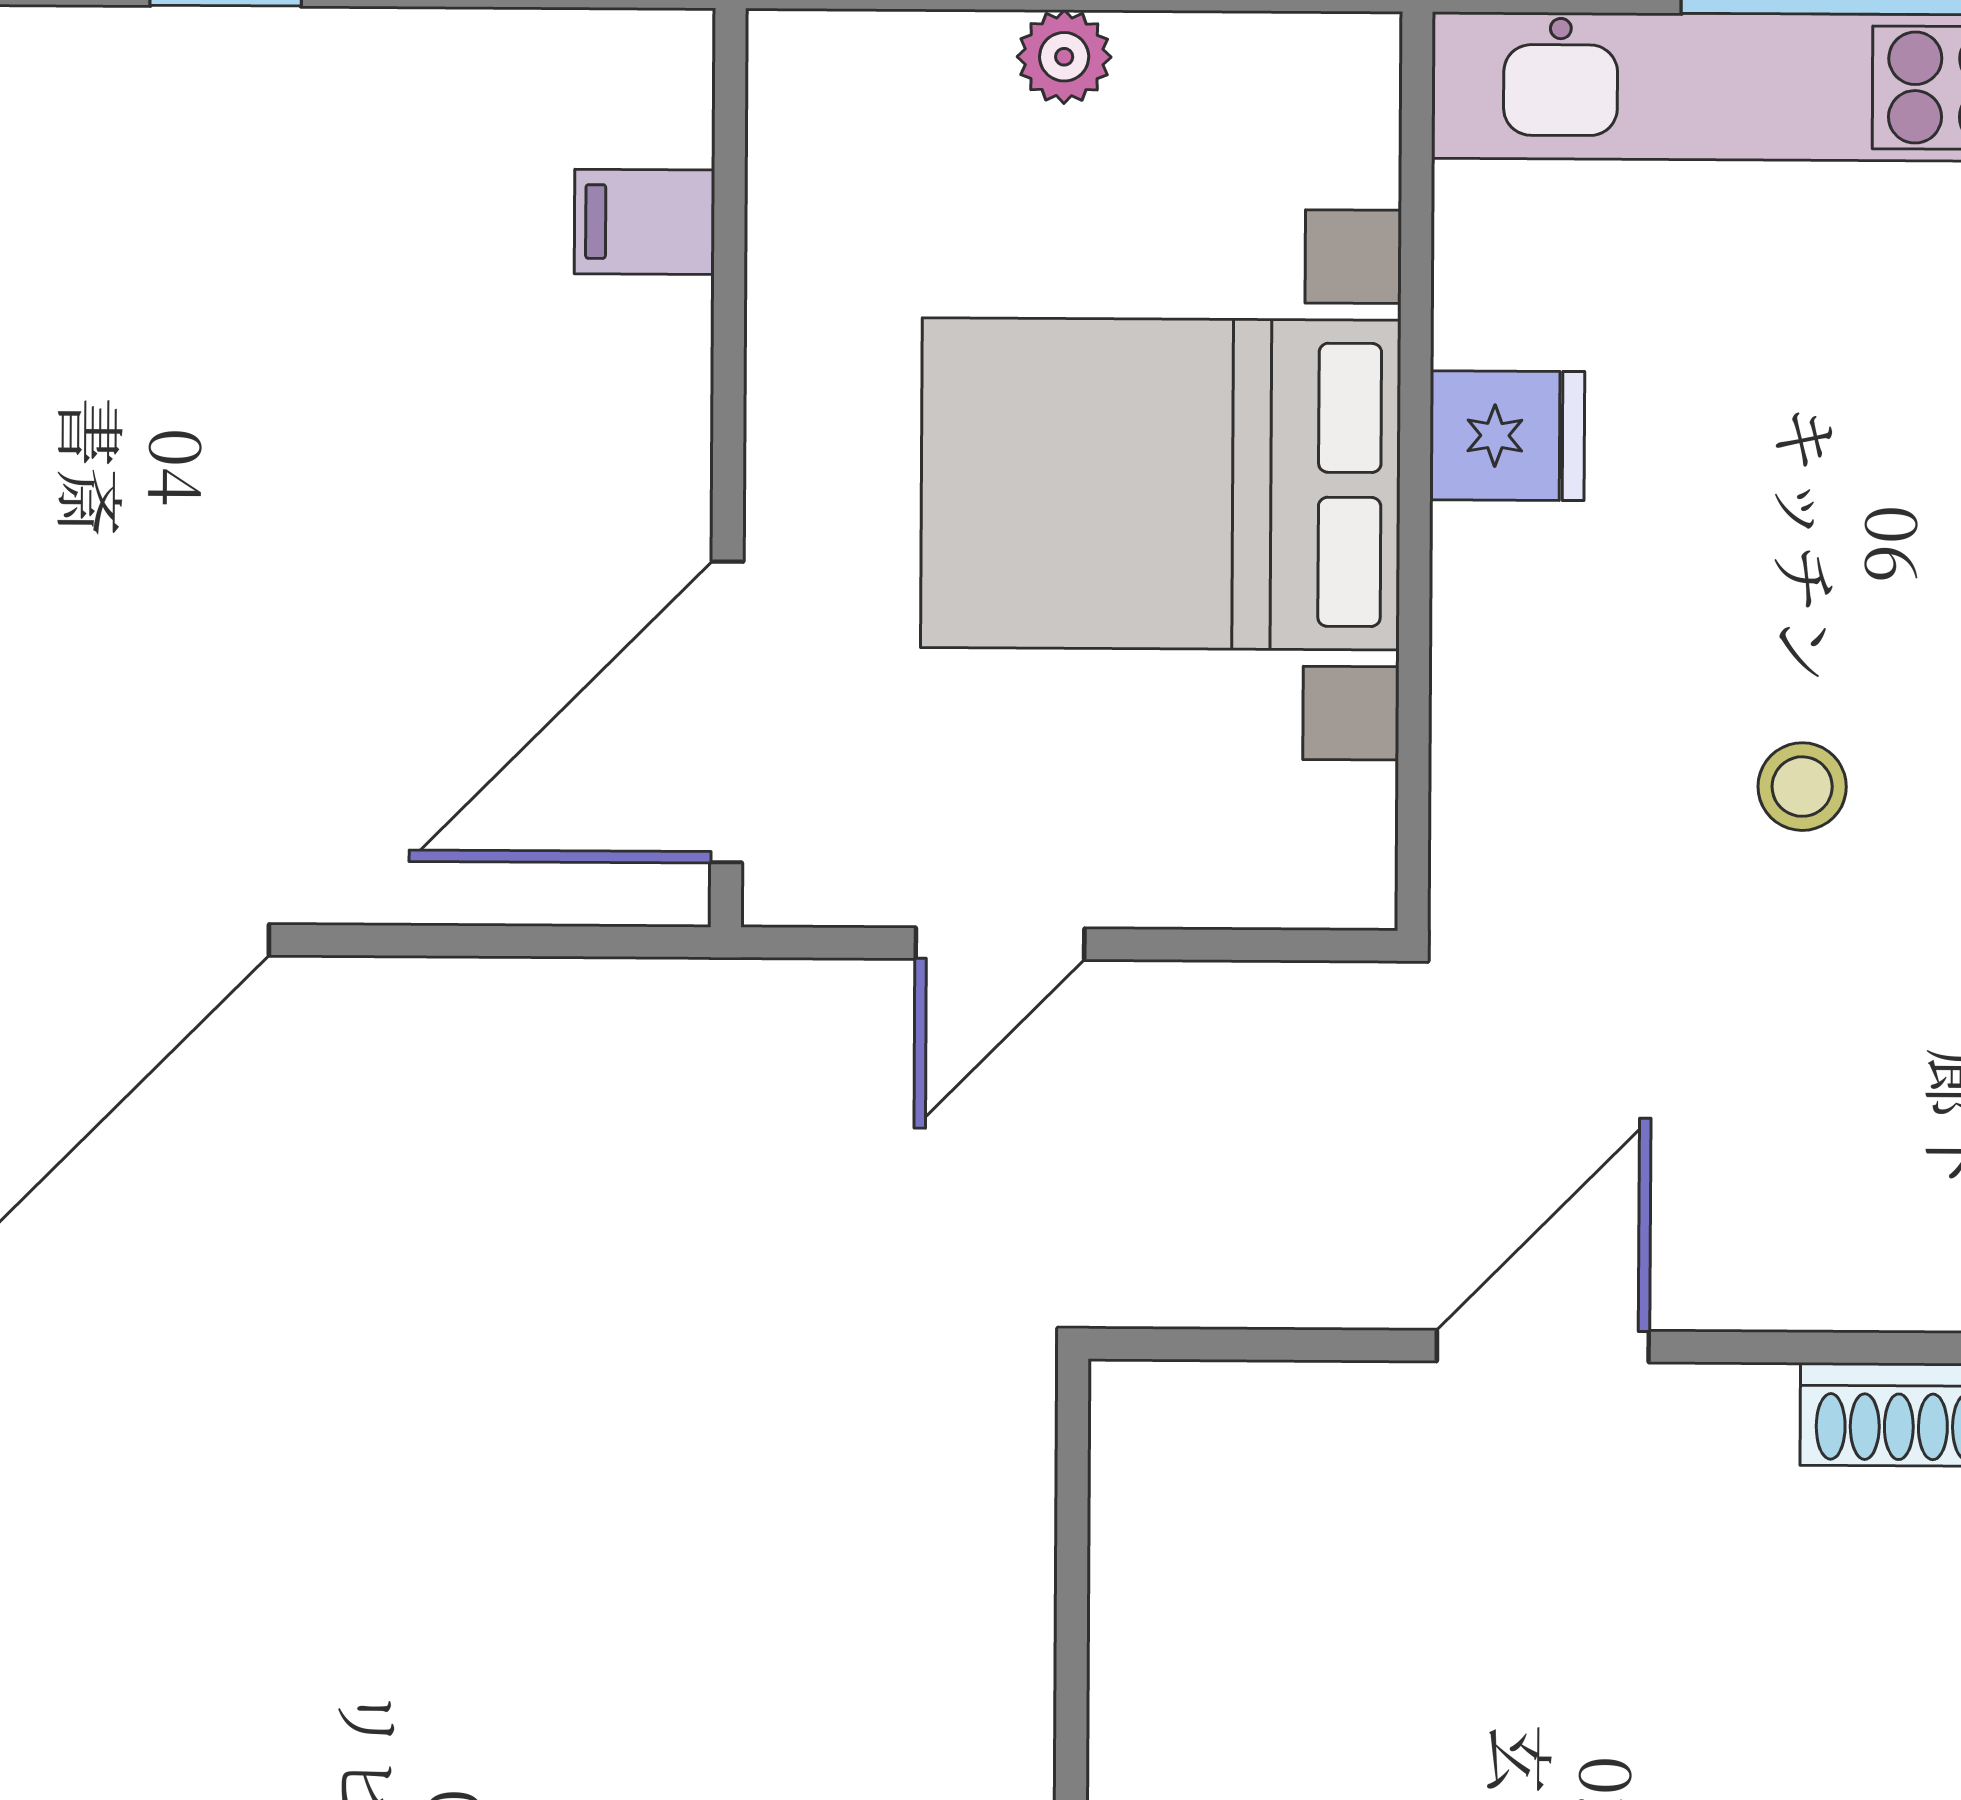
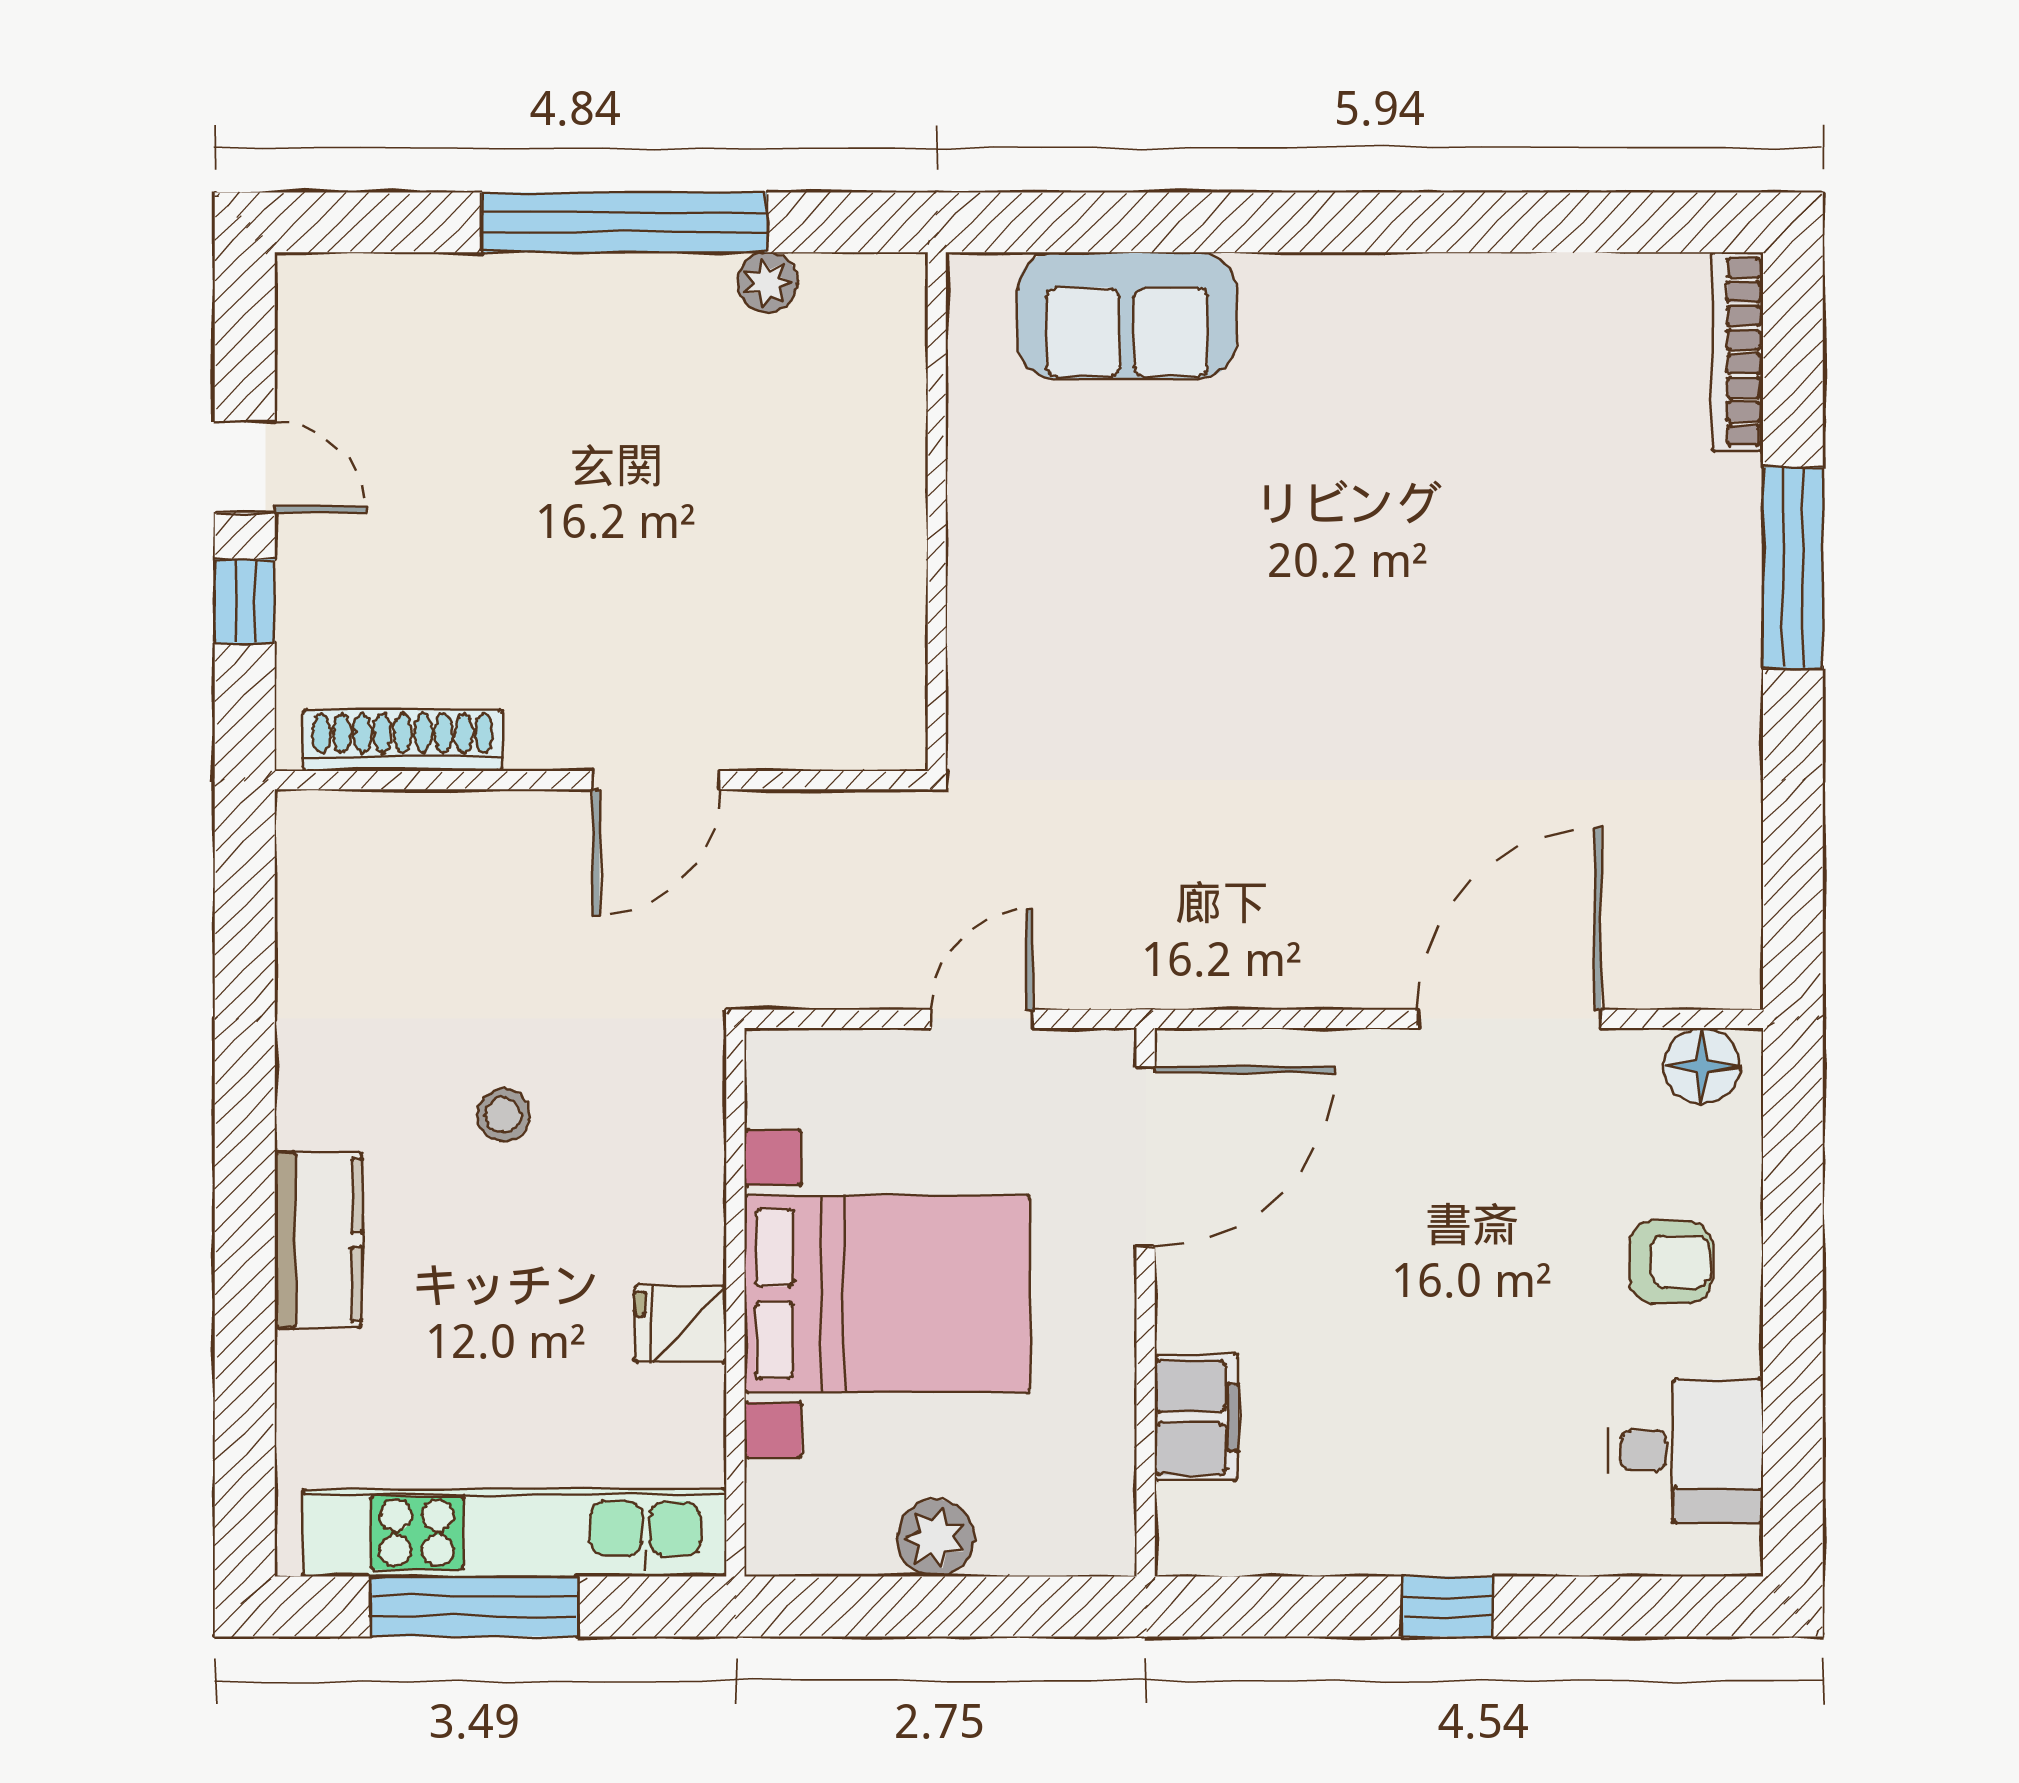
plant: (1064, 57) -> (936, 1538), width x1.38, depth x1.38
filing cabinet: (645, 222) -> (1196, 1417), width x2.00

